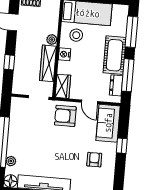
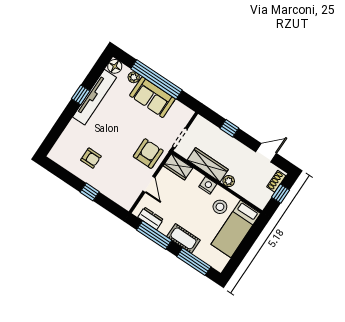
cot: (115, 55) -> (183, 238), width x0.73, depth x0.75
door: (90, 102) -> (149, 184), swing flipped
sofa: (108, 123) -> (152, 97), moved, turned 180

